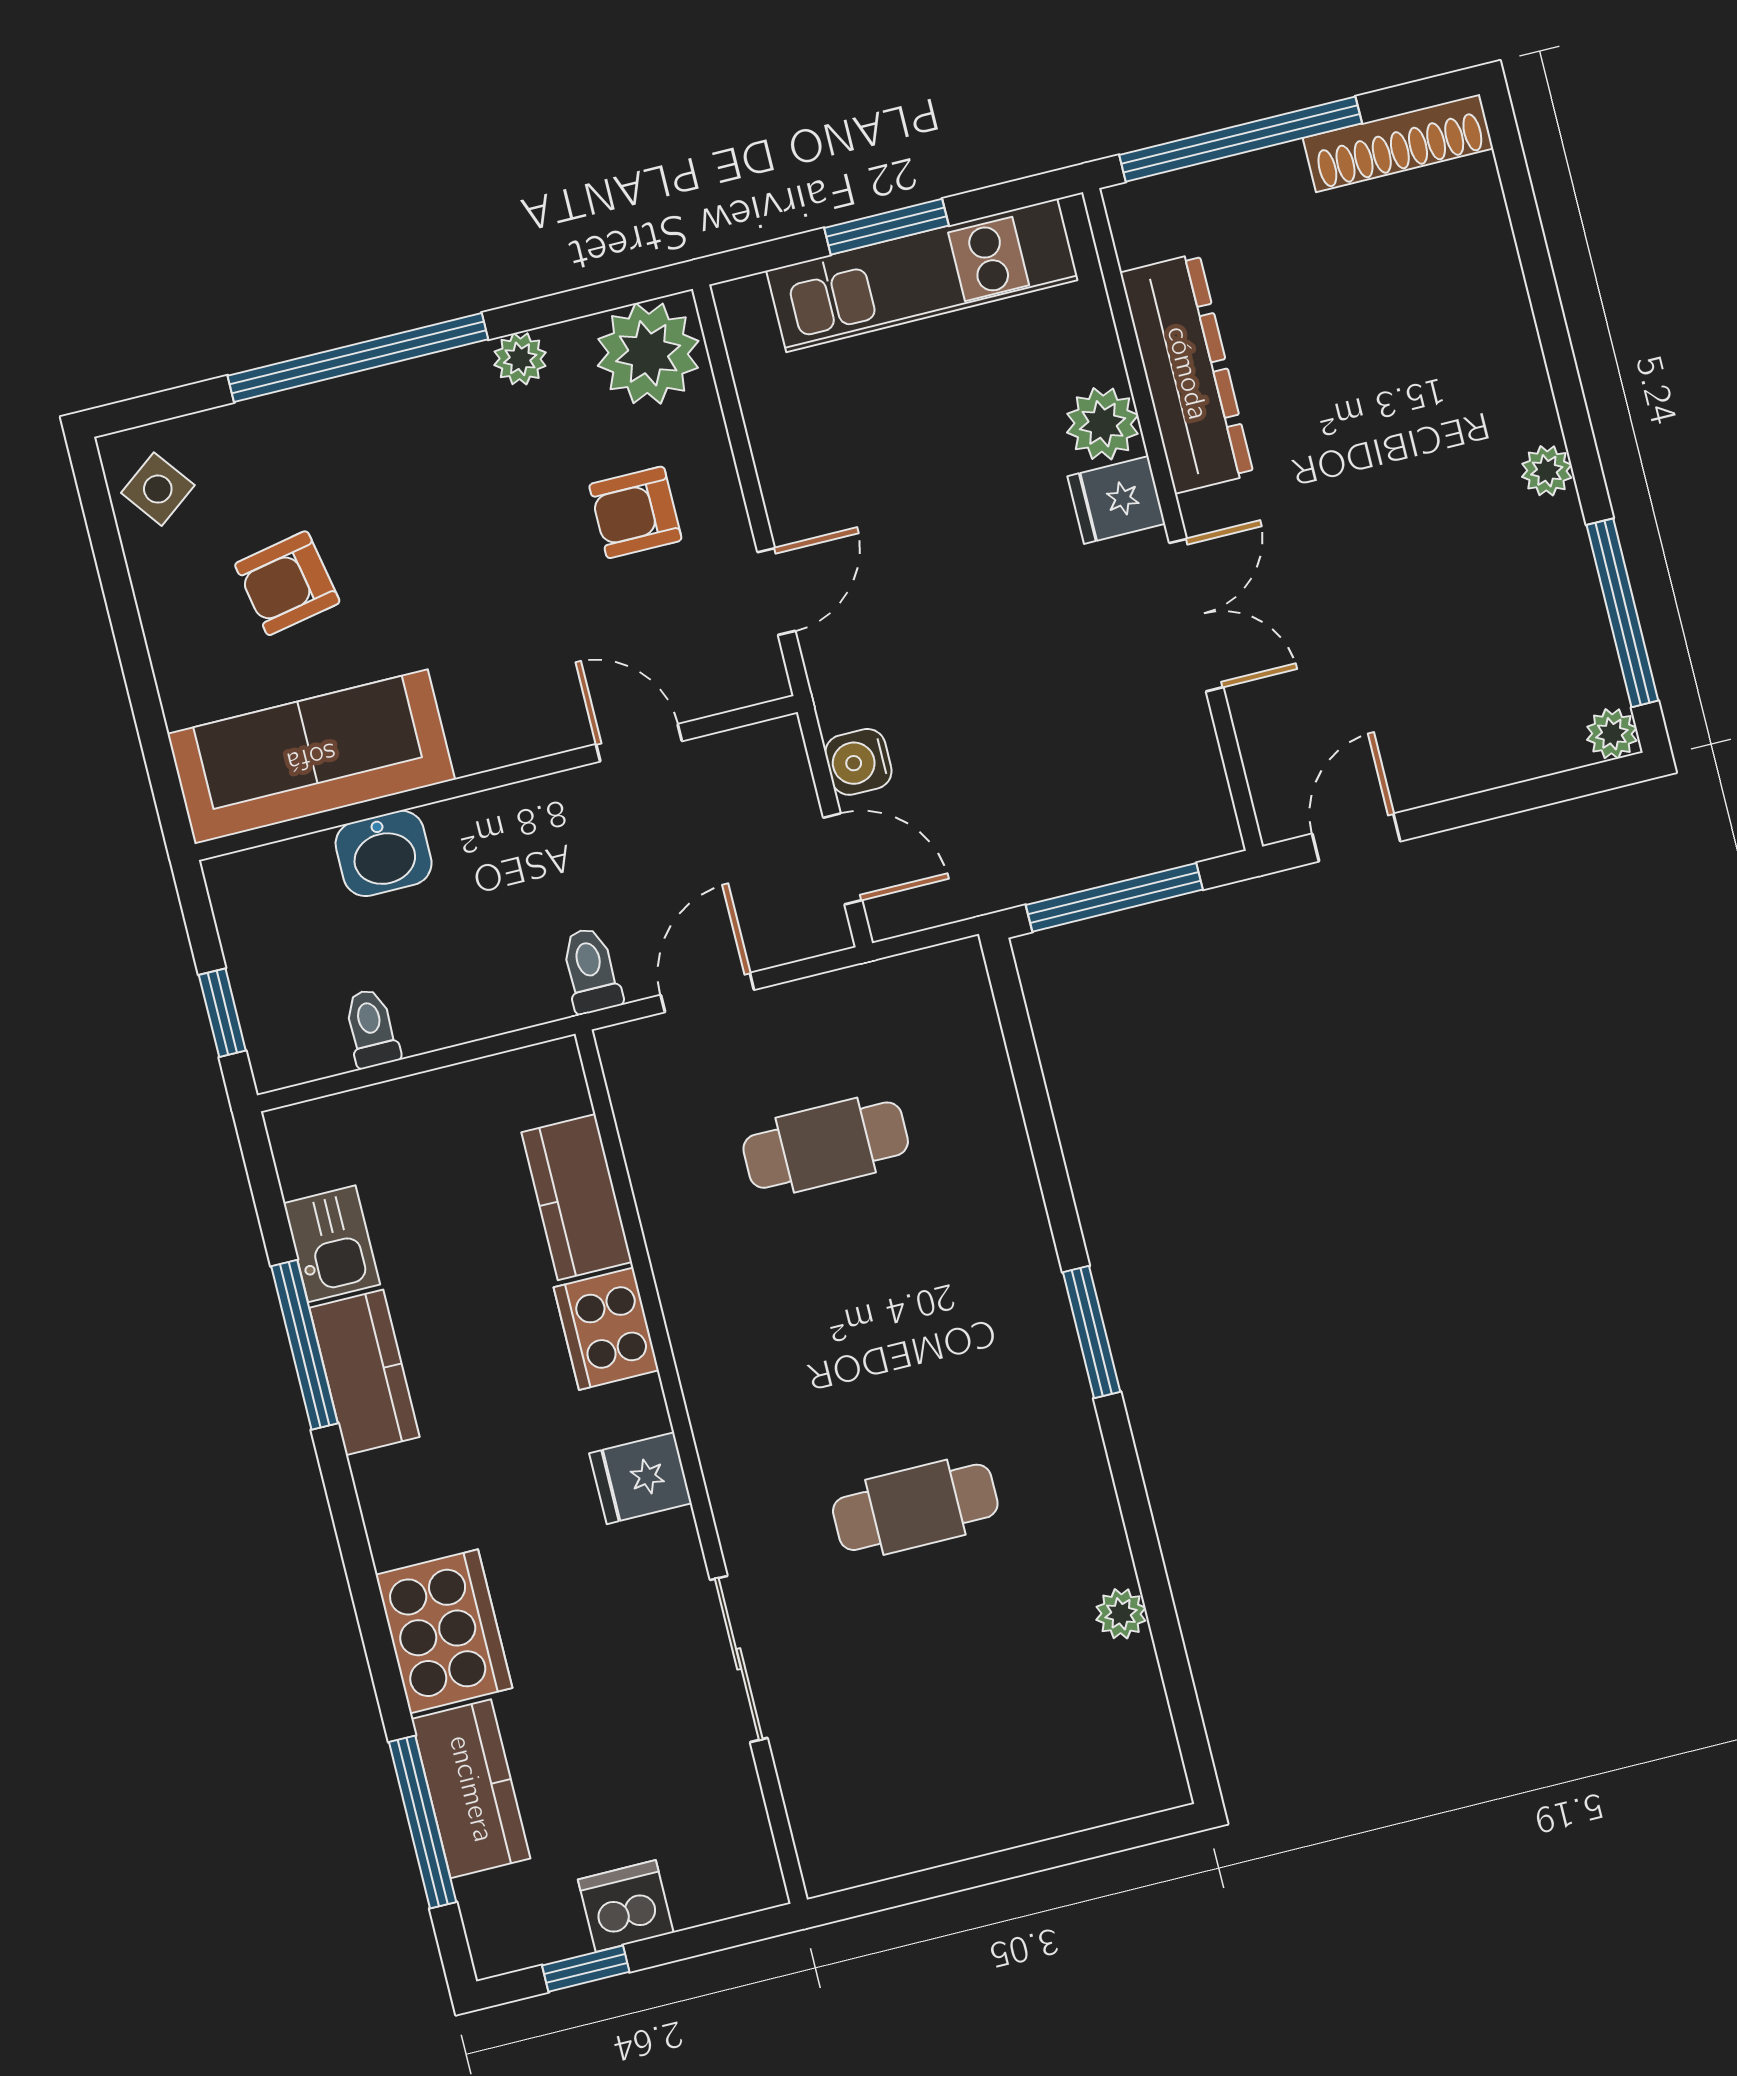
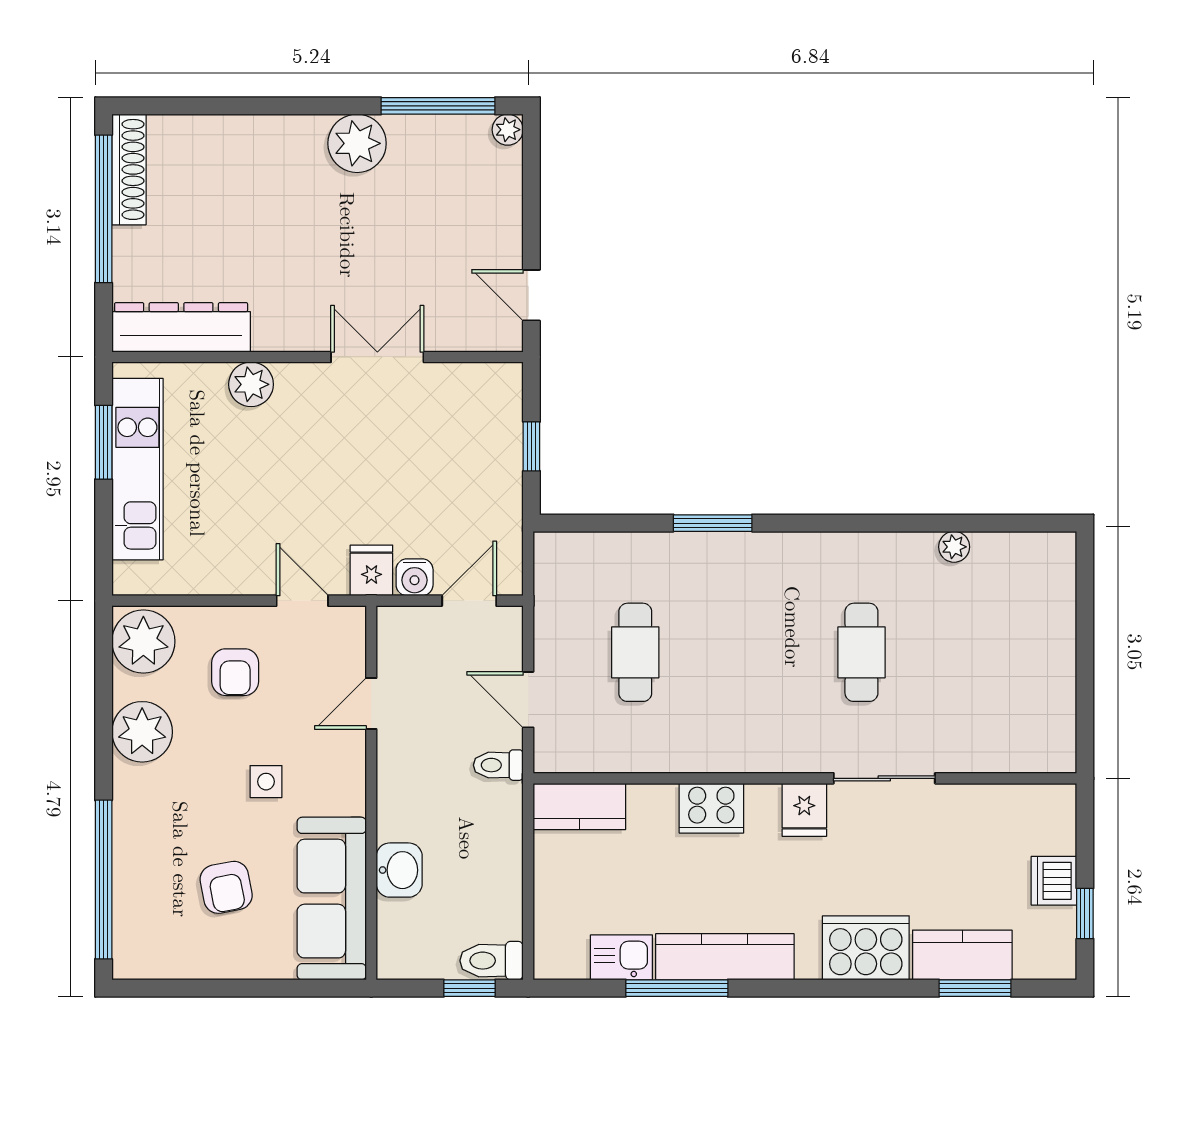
window: (1241, 139) -> (104, 209), moved
window: (886, 227) -> (104, 442), moved
window: (358, 357) -> (104, 880), moved
plant: (520, 359) -> (142, 732), width x1.87, depth x1.87
dresser: (1187, 373) -> (181, 327), moved
plant: (1547, 471) -> (357, 143), width x1.87, depth x1.87
side table: (158, 489) -> (266, 782), moved, turned 37
fridge: (1116, 500) -> (371, 570), moved, turned 180
window: (1114, 897) -> (531, 446), width x0.46
toilet: (371, 1028) -> (491, 961), moved, width x1.37, depth x1.39
kitchen counter: (577, 1197) -> (579, 806), moved
window: (1092, 1332) -> (713, 523), moved
kitchen counter: (365, 1372) -> (725, 957), width x1.50
sliding door: (739, 1659) -> (884, 778), moved
window: (423, 1822) -> (975, 988), width x0.69

